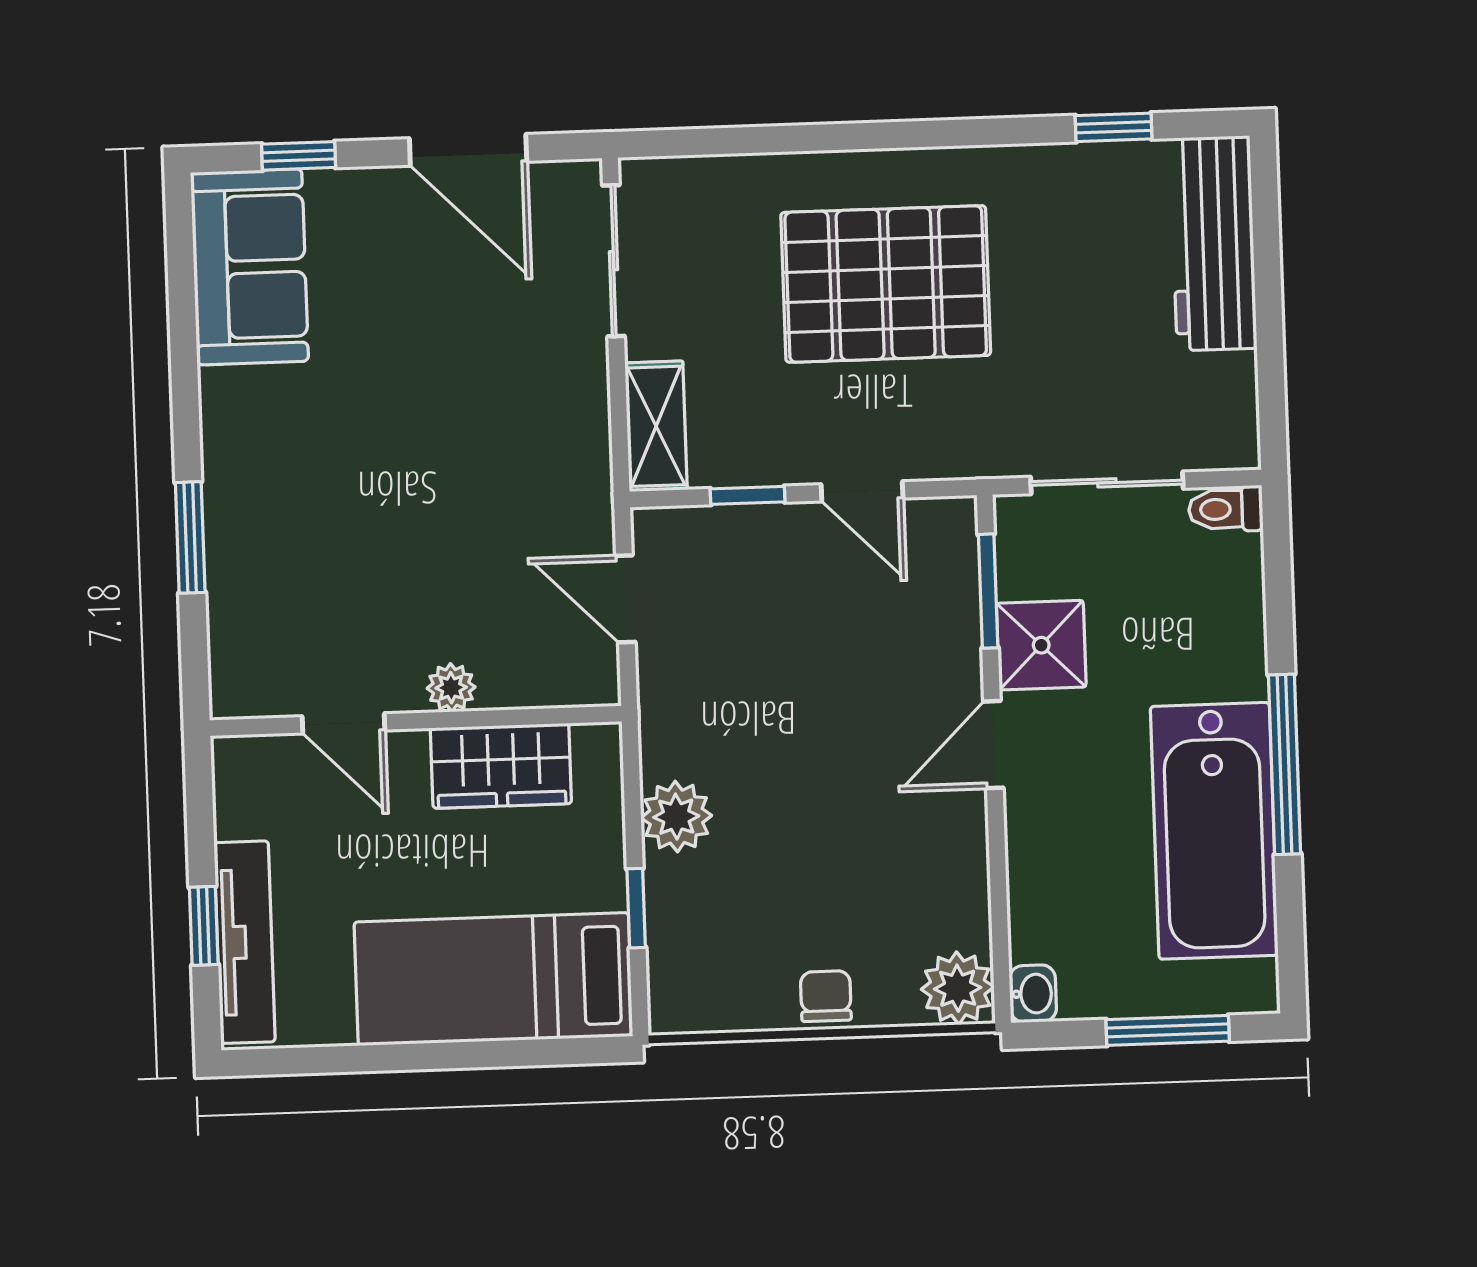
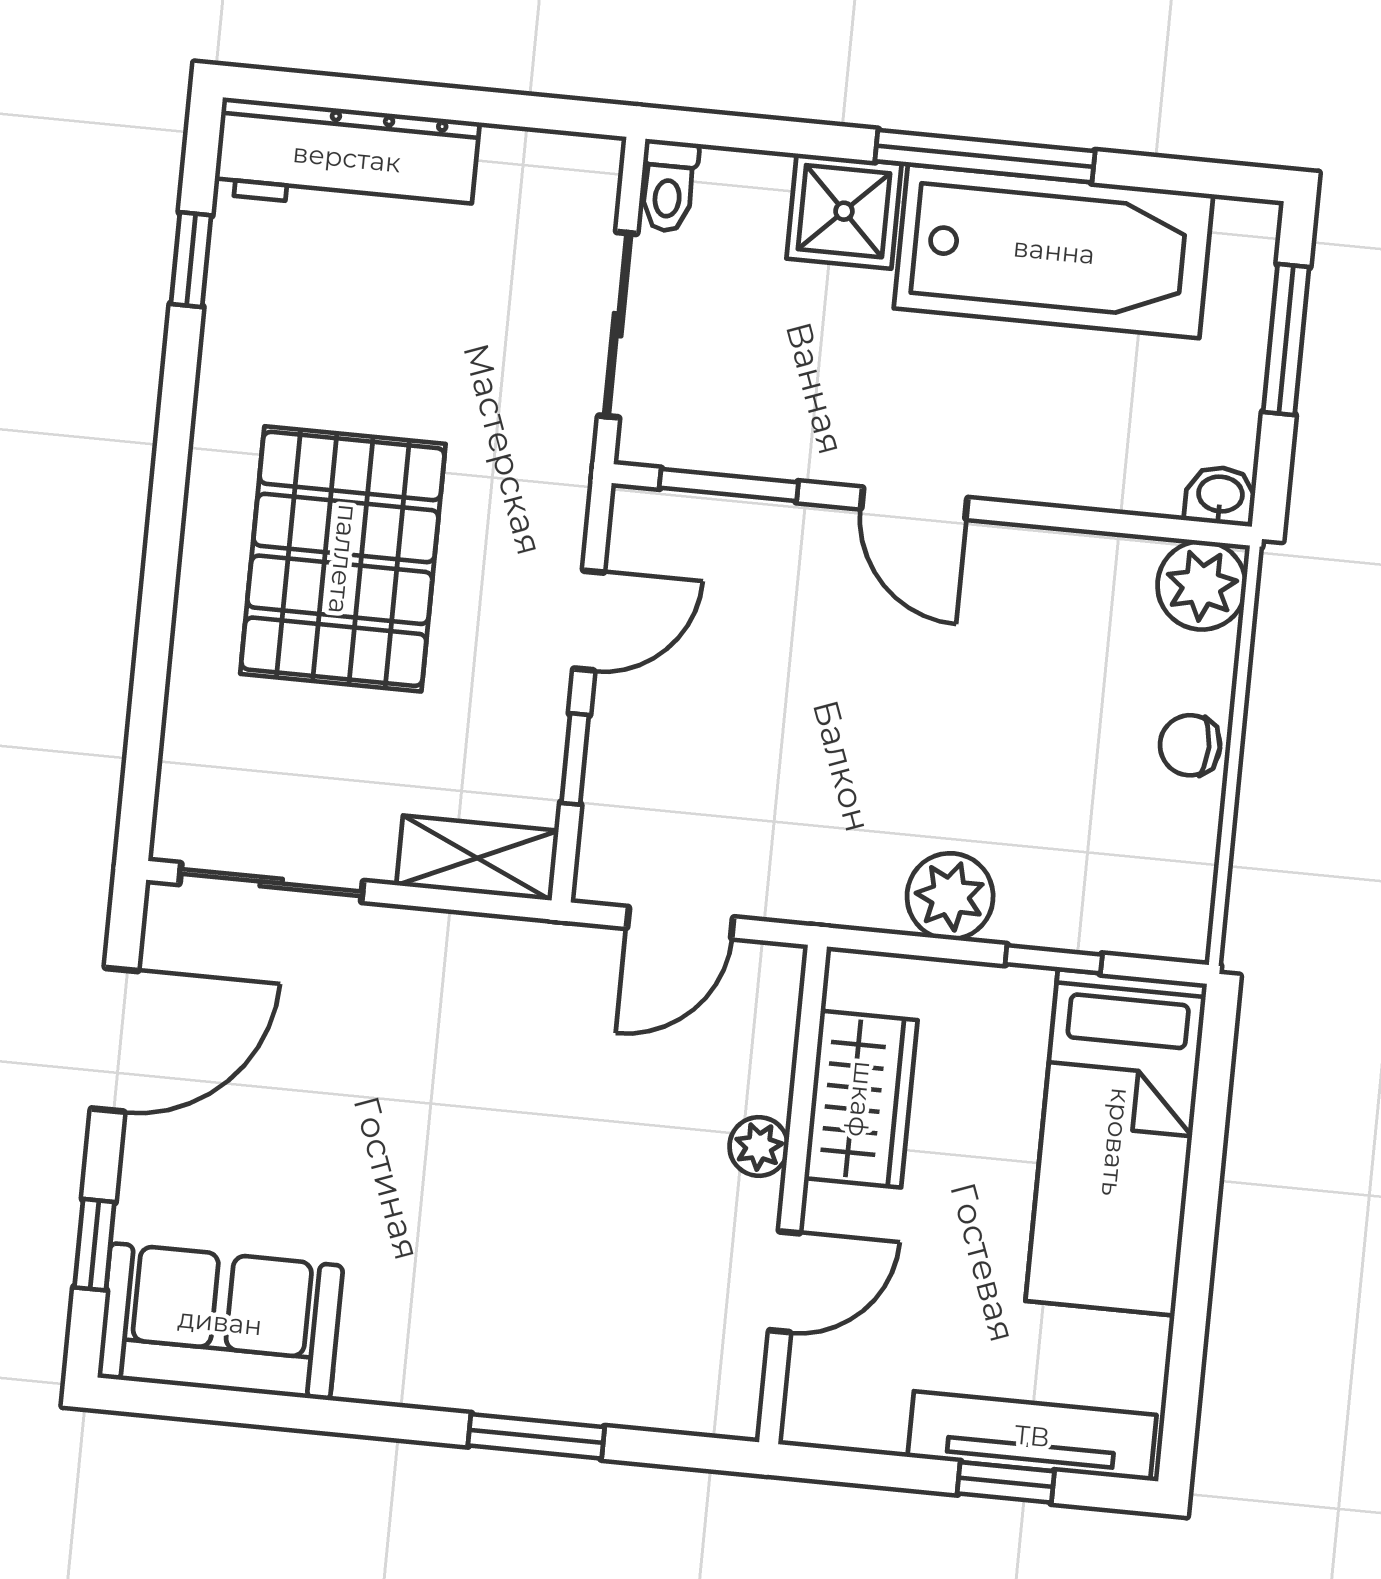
shower: (1041, 645) -> (844, 211), moved

